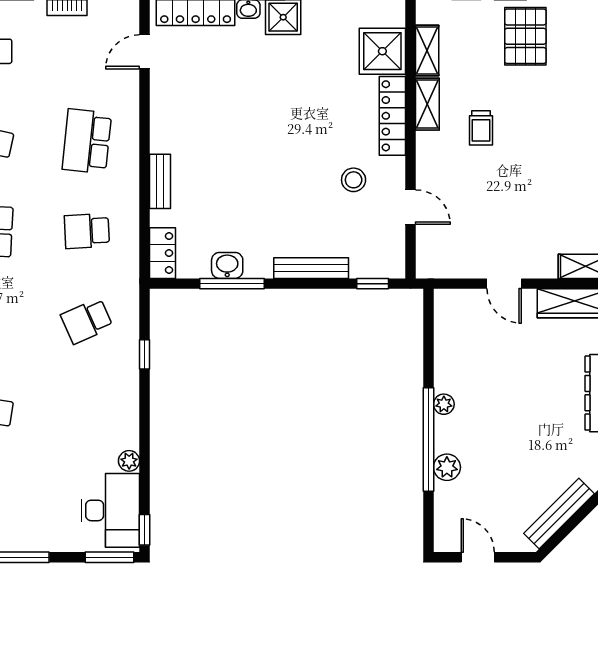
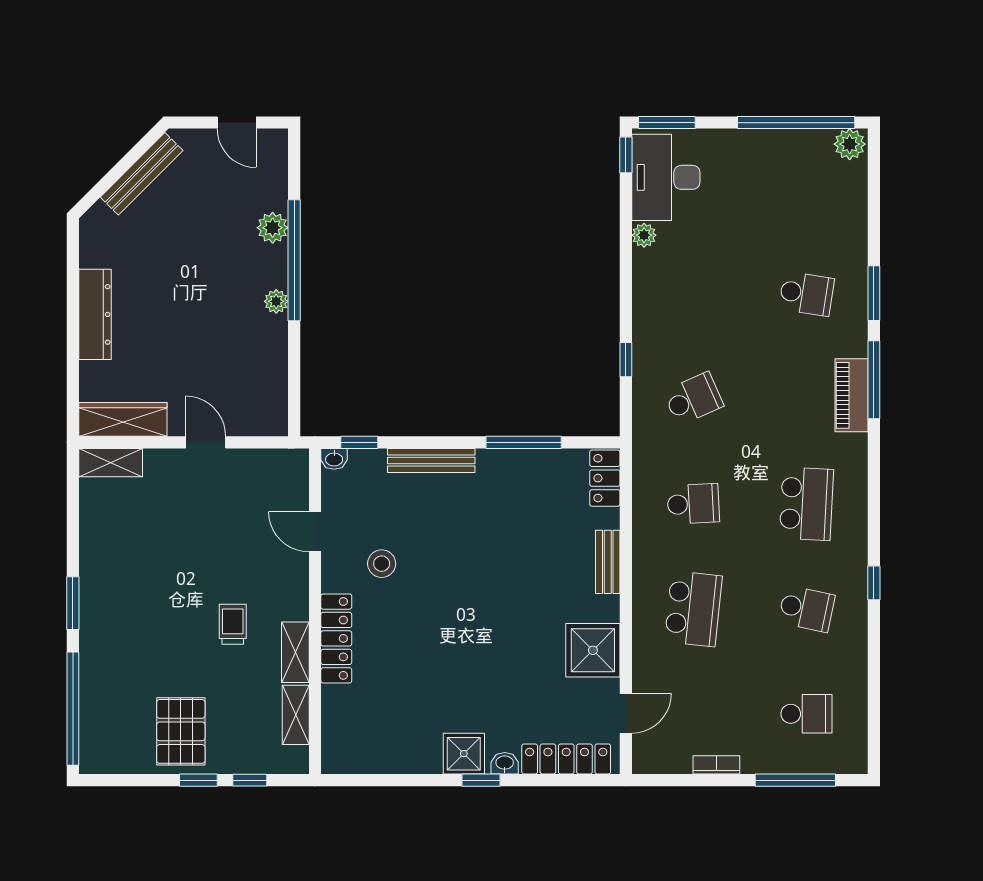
shower: (382, 51) -> (593, 650), moved
washbasin: (227, 265) -> (334, 459), moved, width x0.72, depth x0.69

